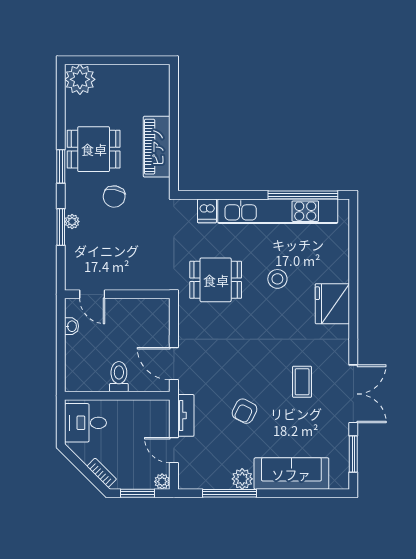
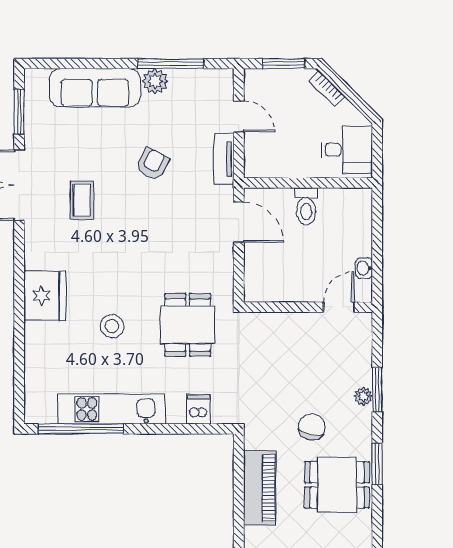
kitchen unit: (278, 211) -> (112, 409), width x0.73
dining table: (216, 280) -> (188, 325), turned 90
door: (92, 294) -> (339, 307), hinge flipped
plant: (162, 482) -> (253, 78), removed

